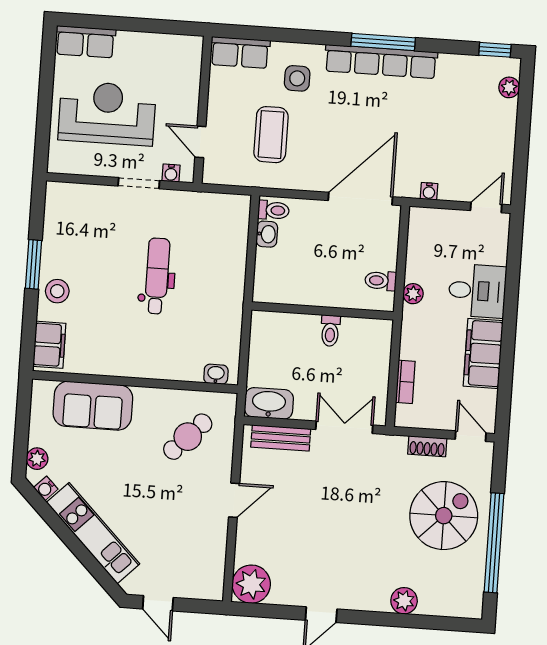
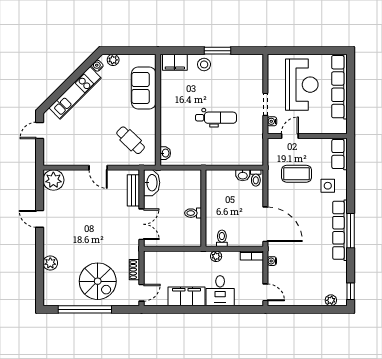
row of seats: (85, 42) -> (339, 87), width x2.02
bookcase: (405, 382) -> (252, 255), moved

